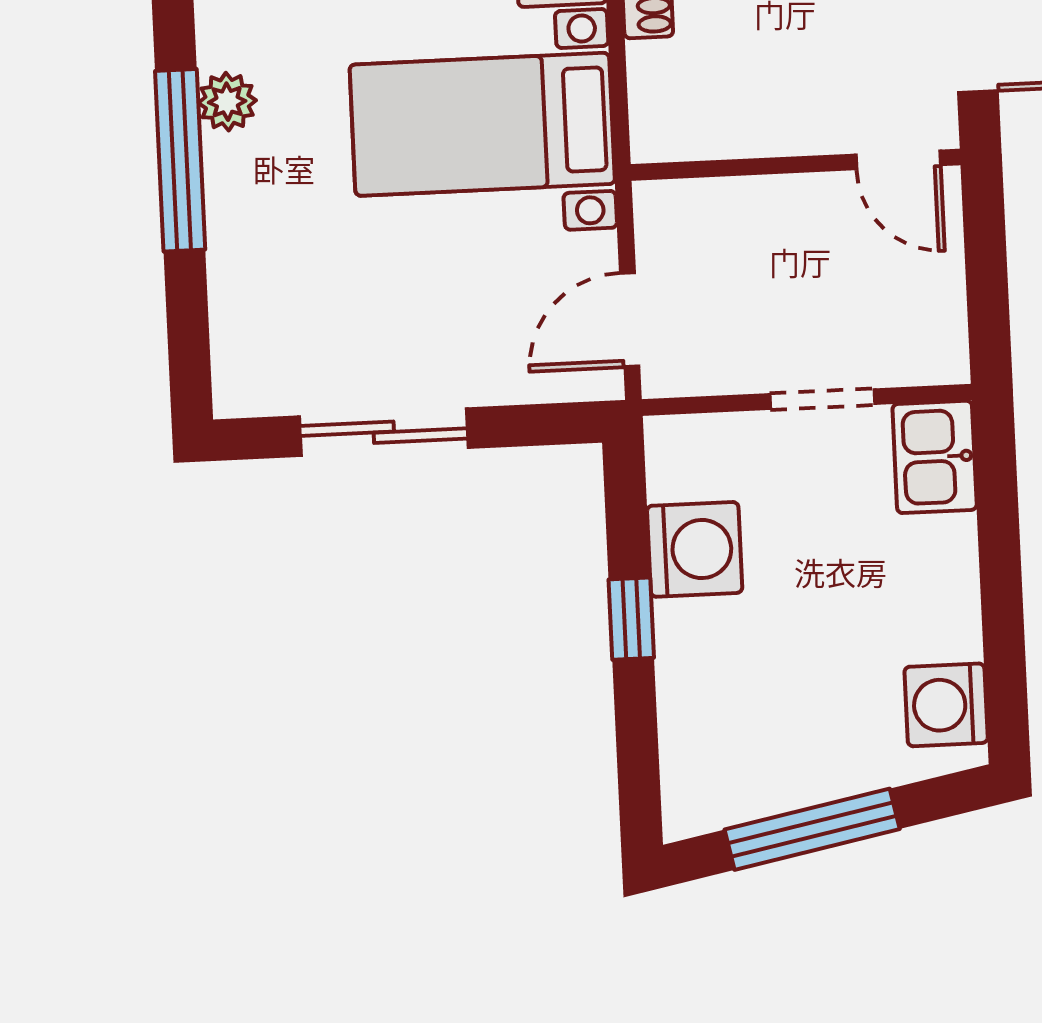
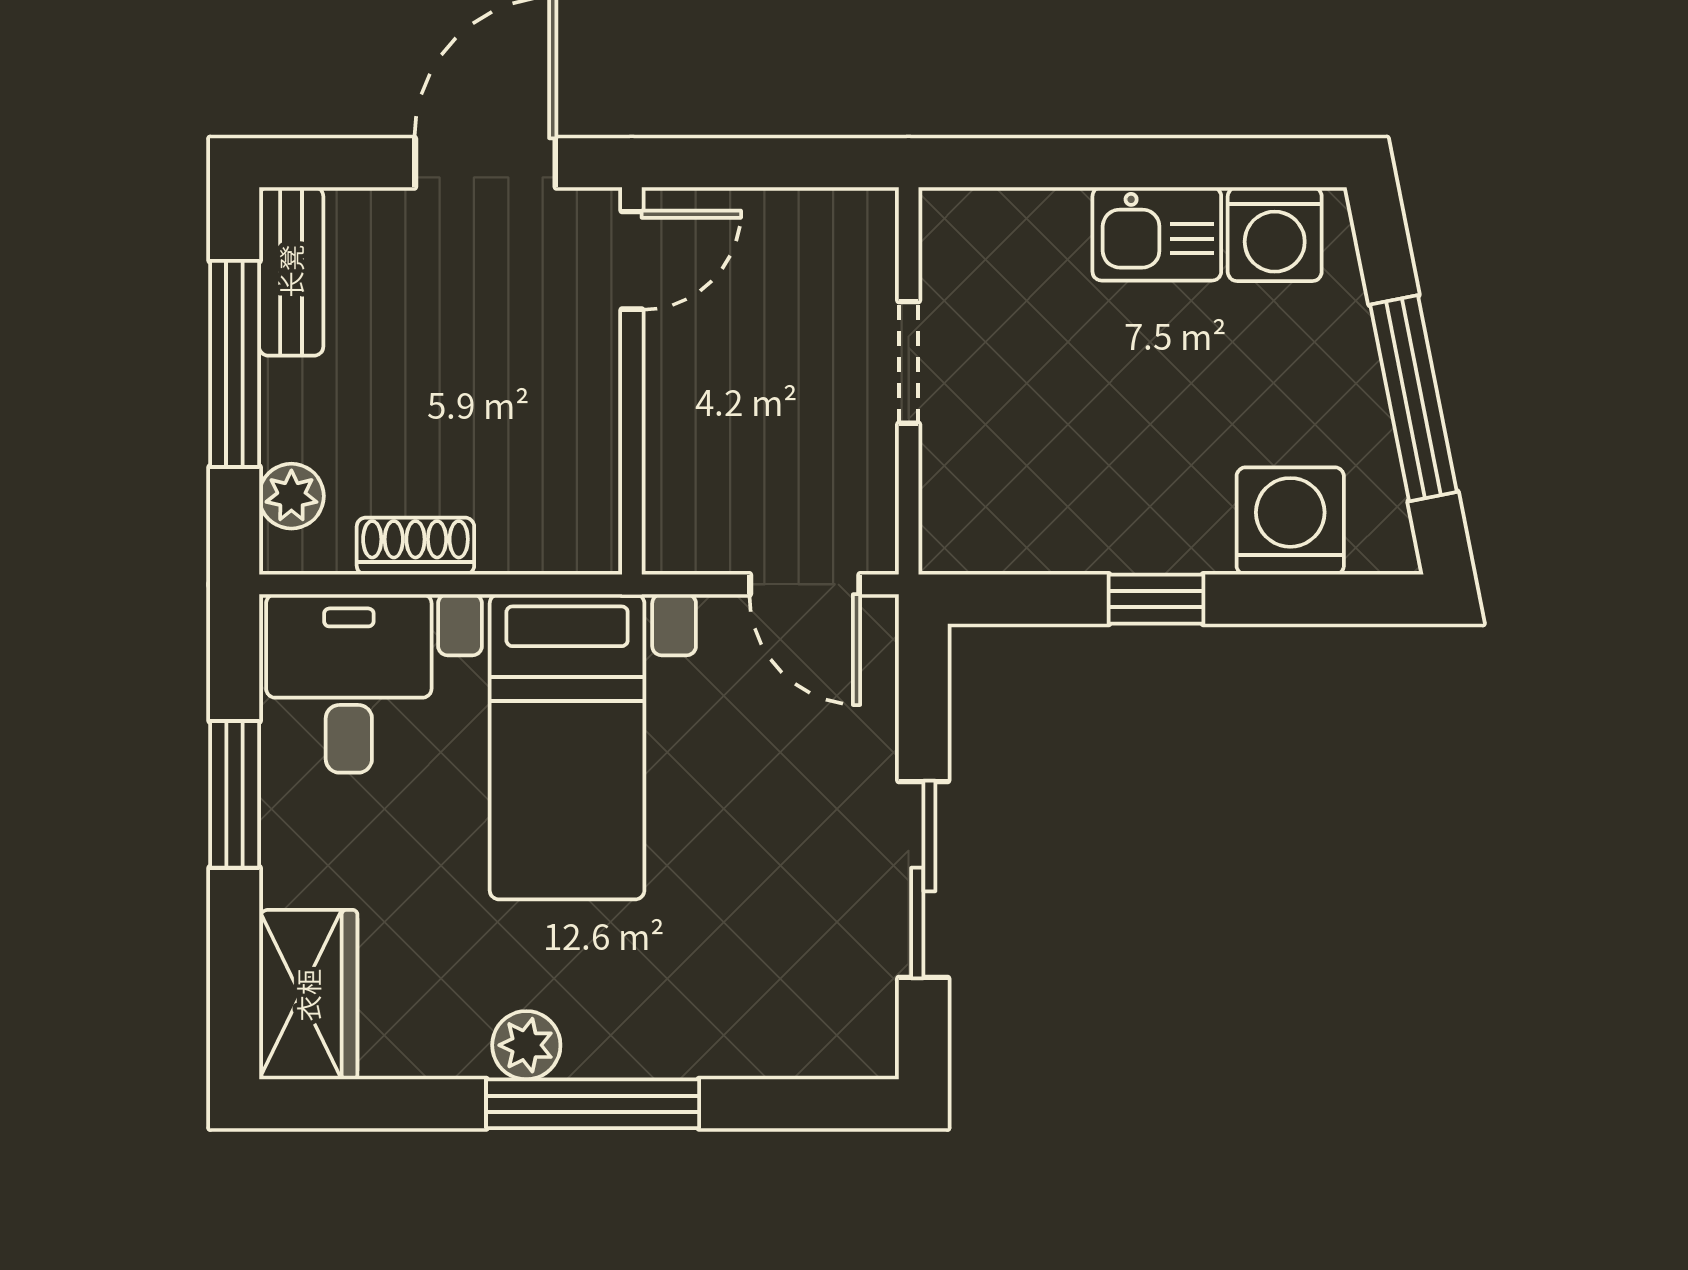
kitchen sink: (935, 457) -> (1157, 234), moved
washing machine: (695, 549) -> (1290, 521), moved

